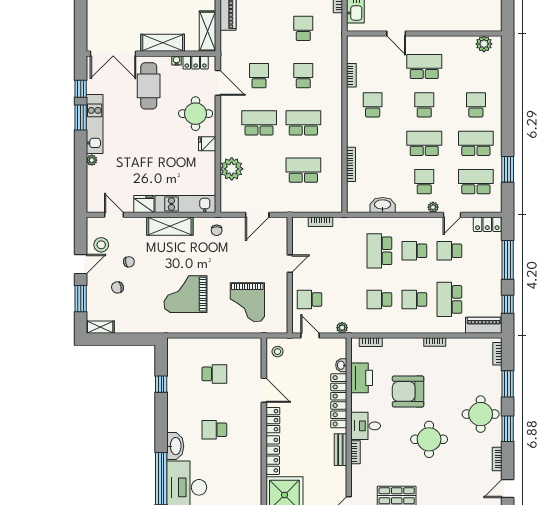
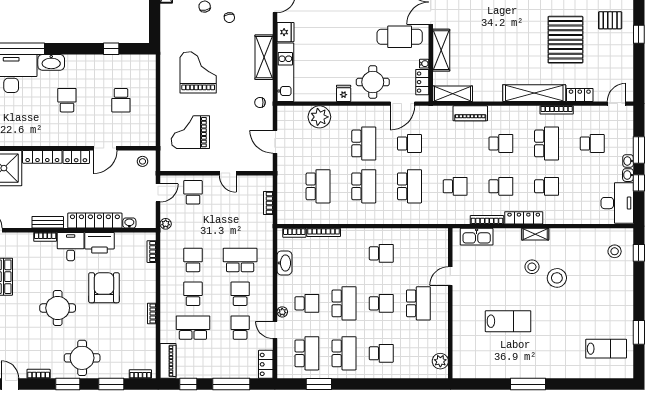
bookcase: (351, 75) -> (294, 233), moved
school desk: (303, 76) -> (409, 186), width x1.85
printer: (362, 378) -> (100, 243), moved

